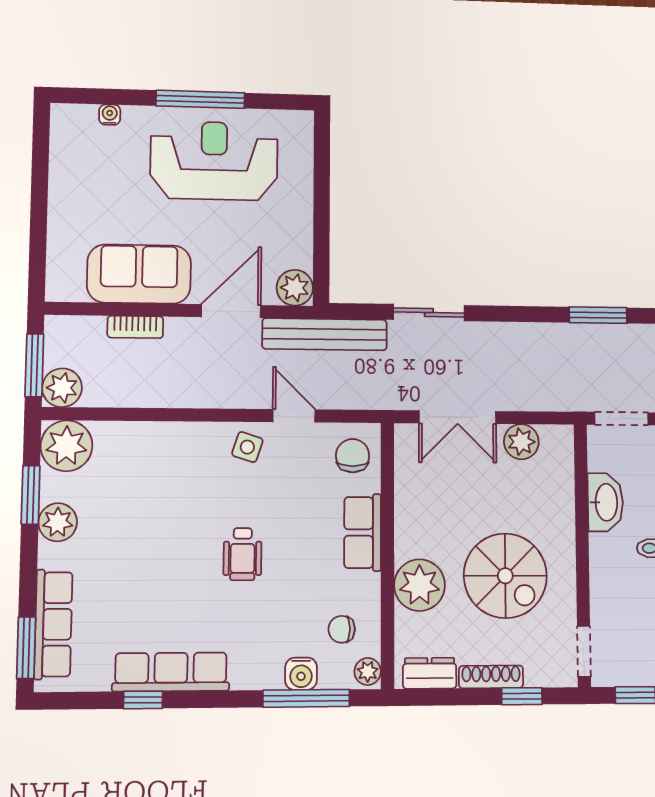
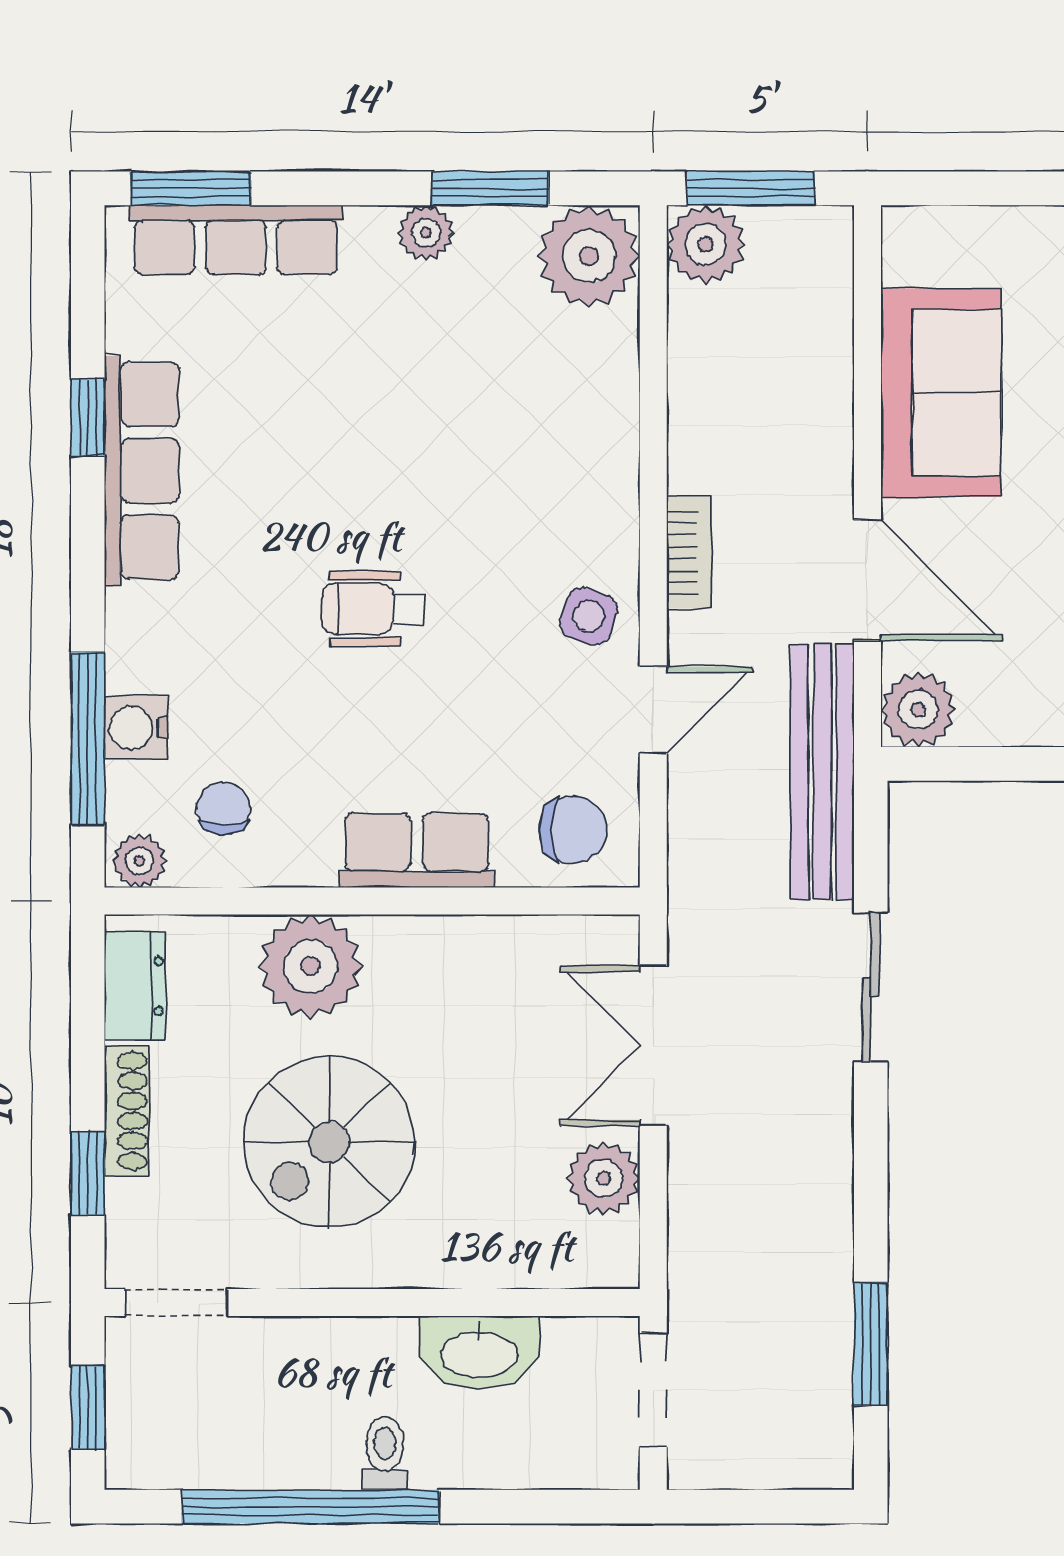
bookcase: (135, 327) -> (689, 553), moved, turned 180
plant: (58, 522) -> (426, 233), width x0.73, depth x0.73

